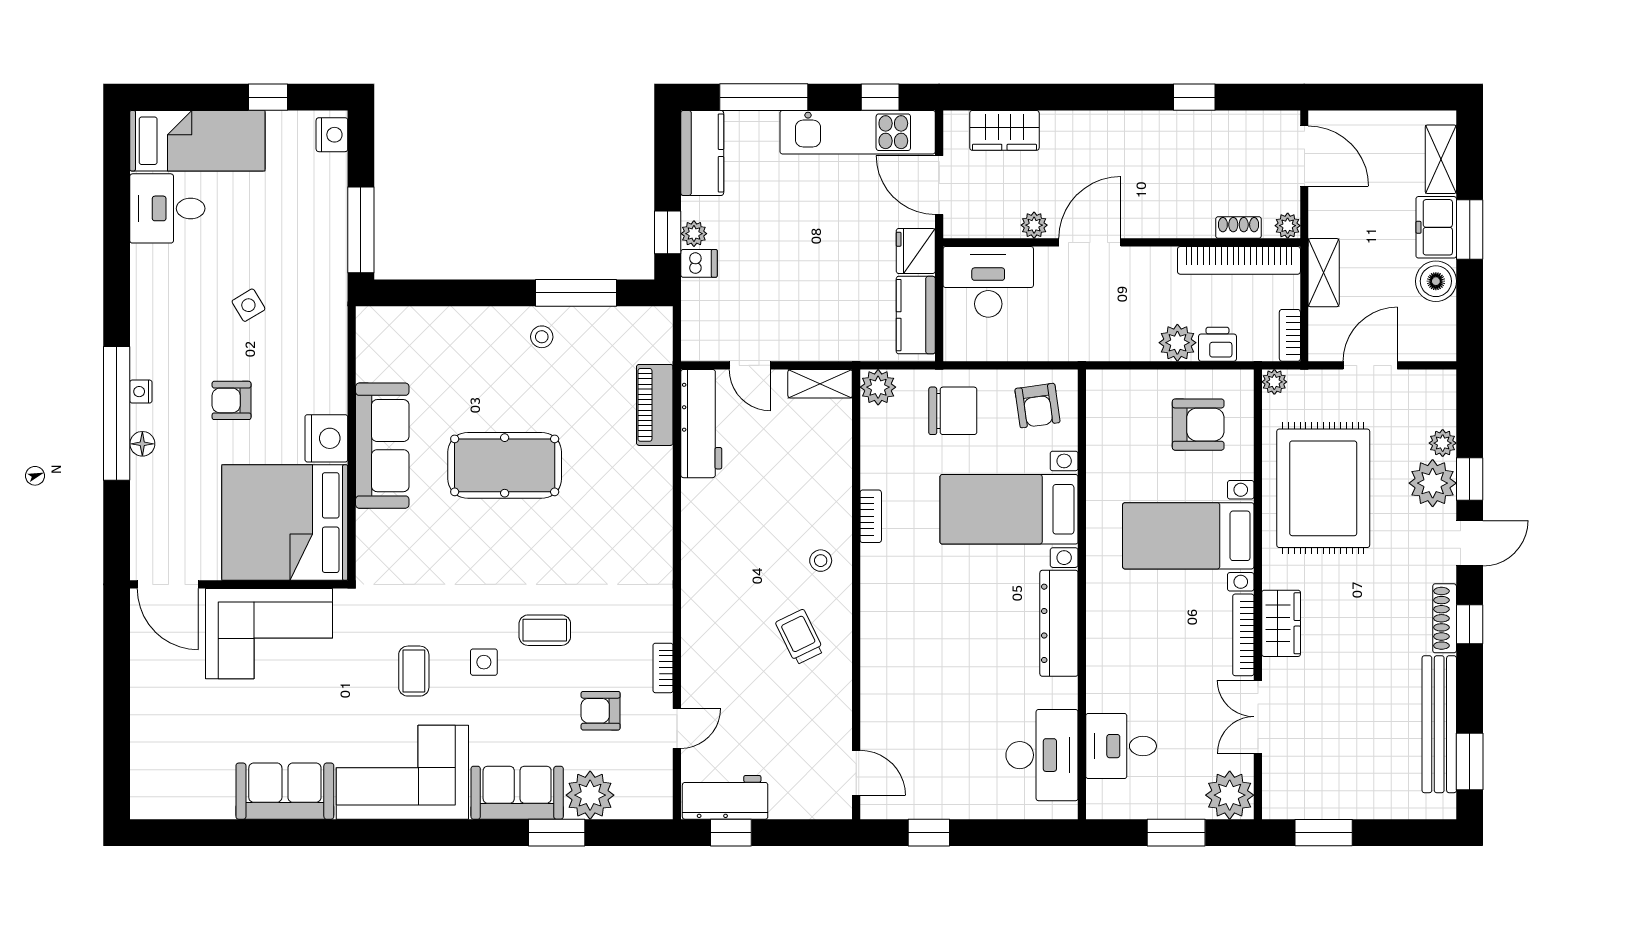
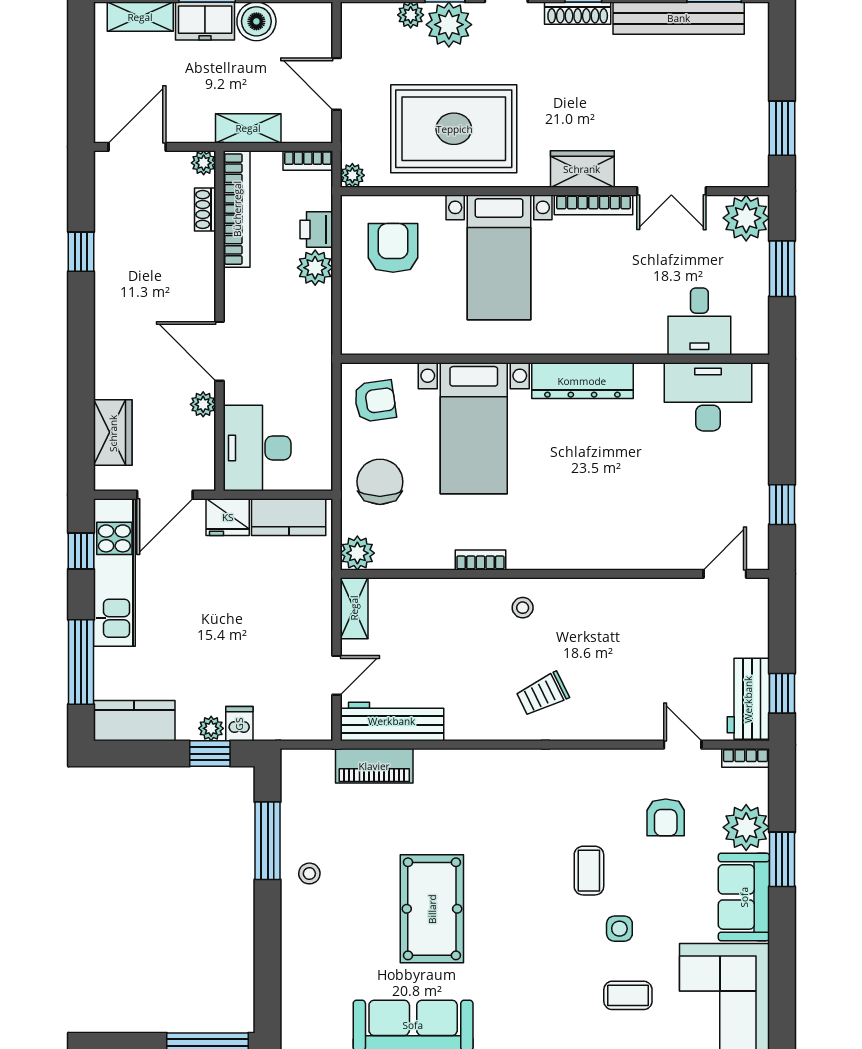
trolley: (800, 637) -> (542, 694), moved
bookcase: (663, 668) -> (746, 758), moved

